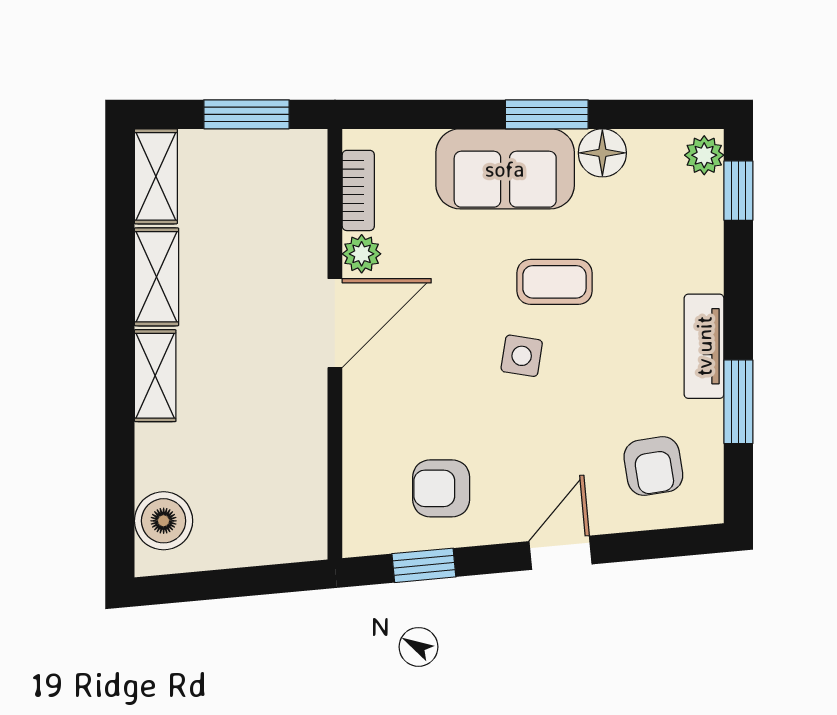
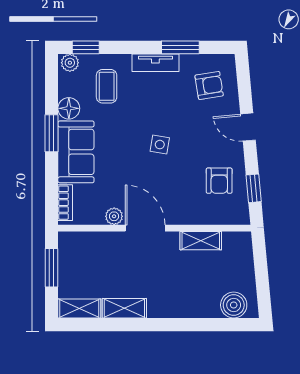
bookcase: (358, 190) -> (65, 203), moved, turned 90
coffee table: (554, 282) -> (107, 86), moved
shelving: (155, 376) -> (201, 241), moved

